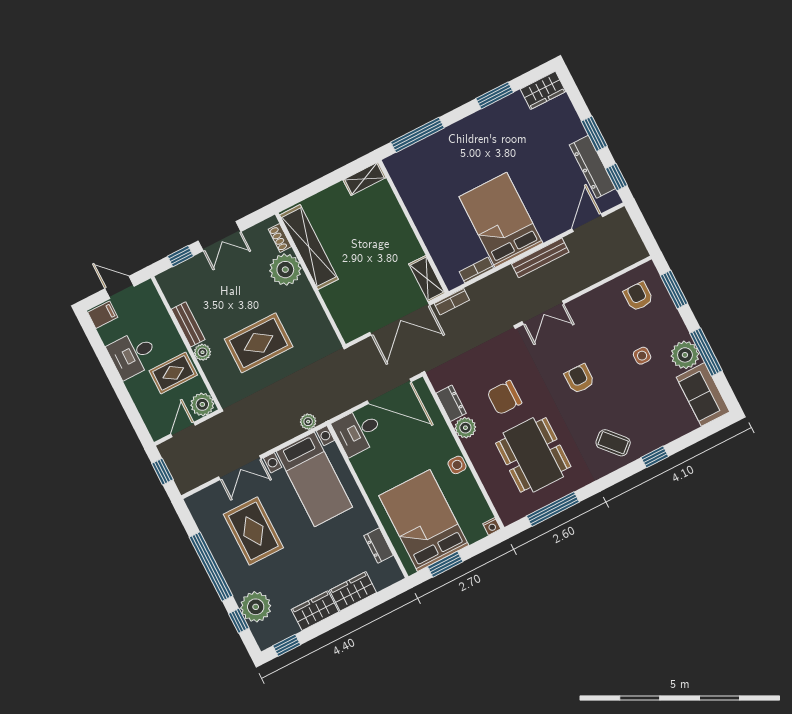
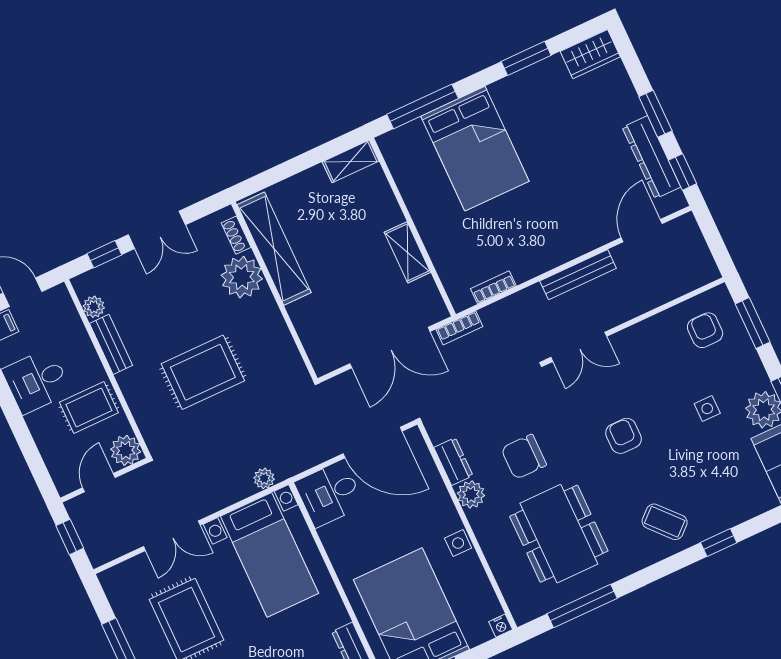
bed: (501, 220) -> (475, 149), moved, turned 180
shelving: (427, 279) -> (407, 252), moved
plant: (203, 352) -> (94, 307), moved

